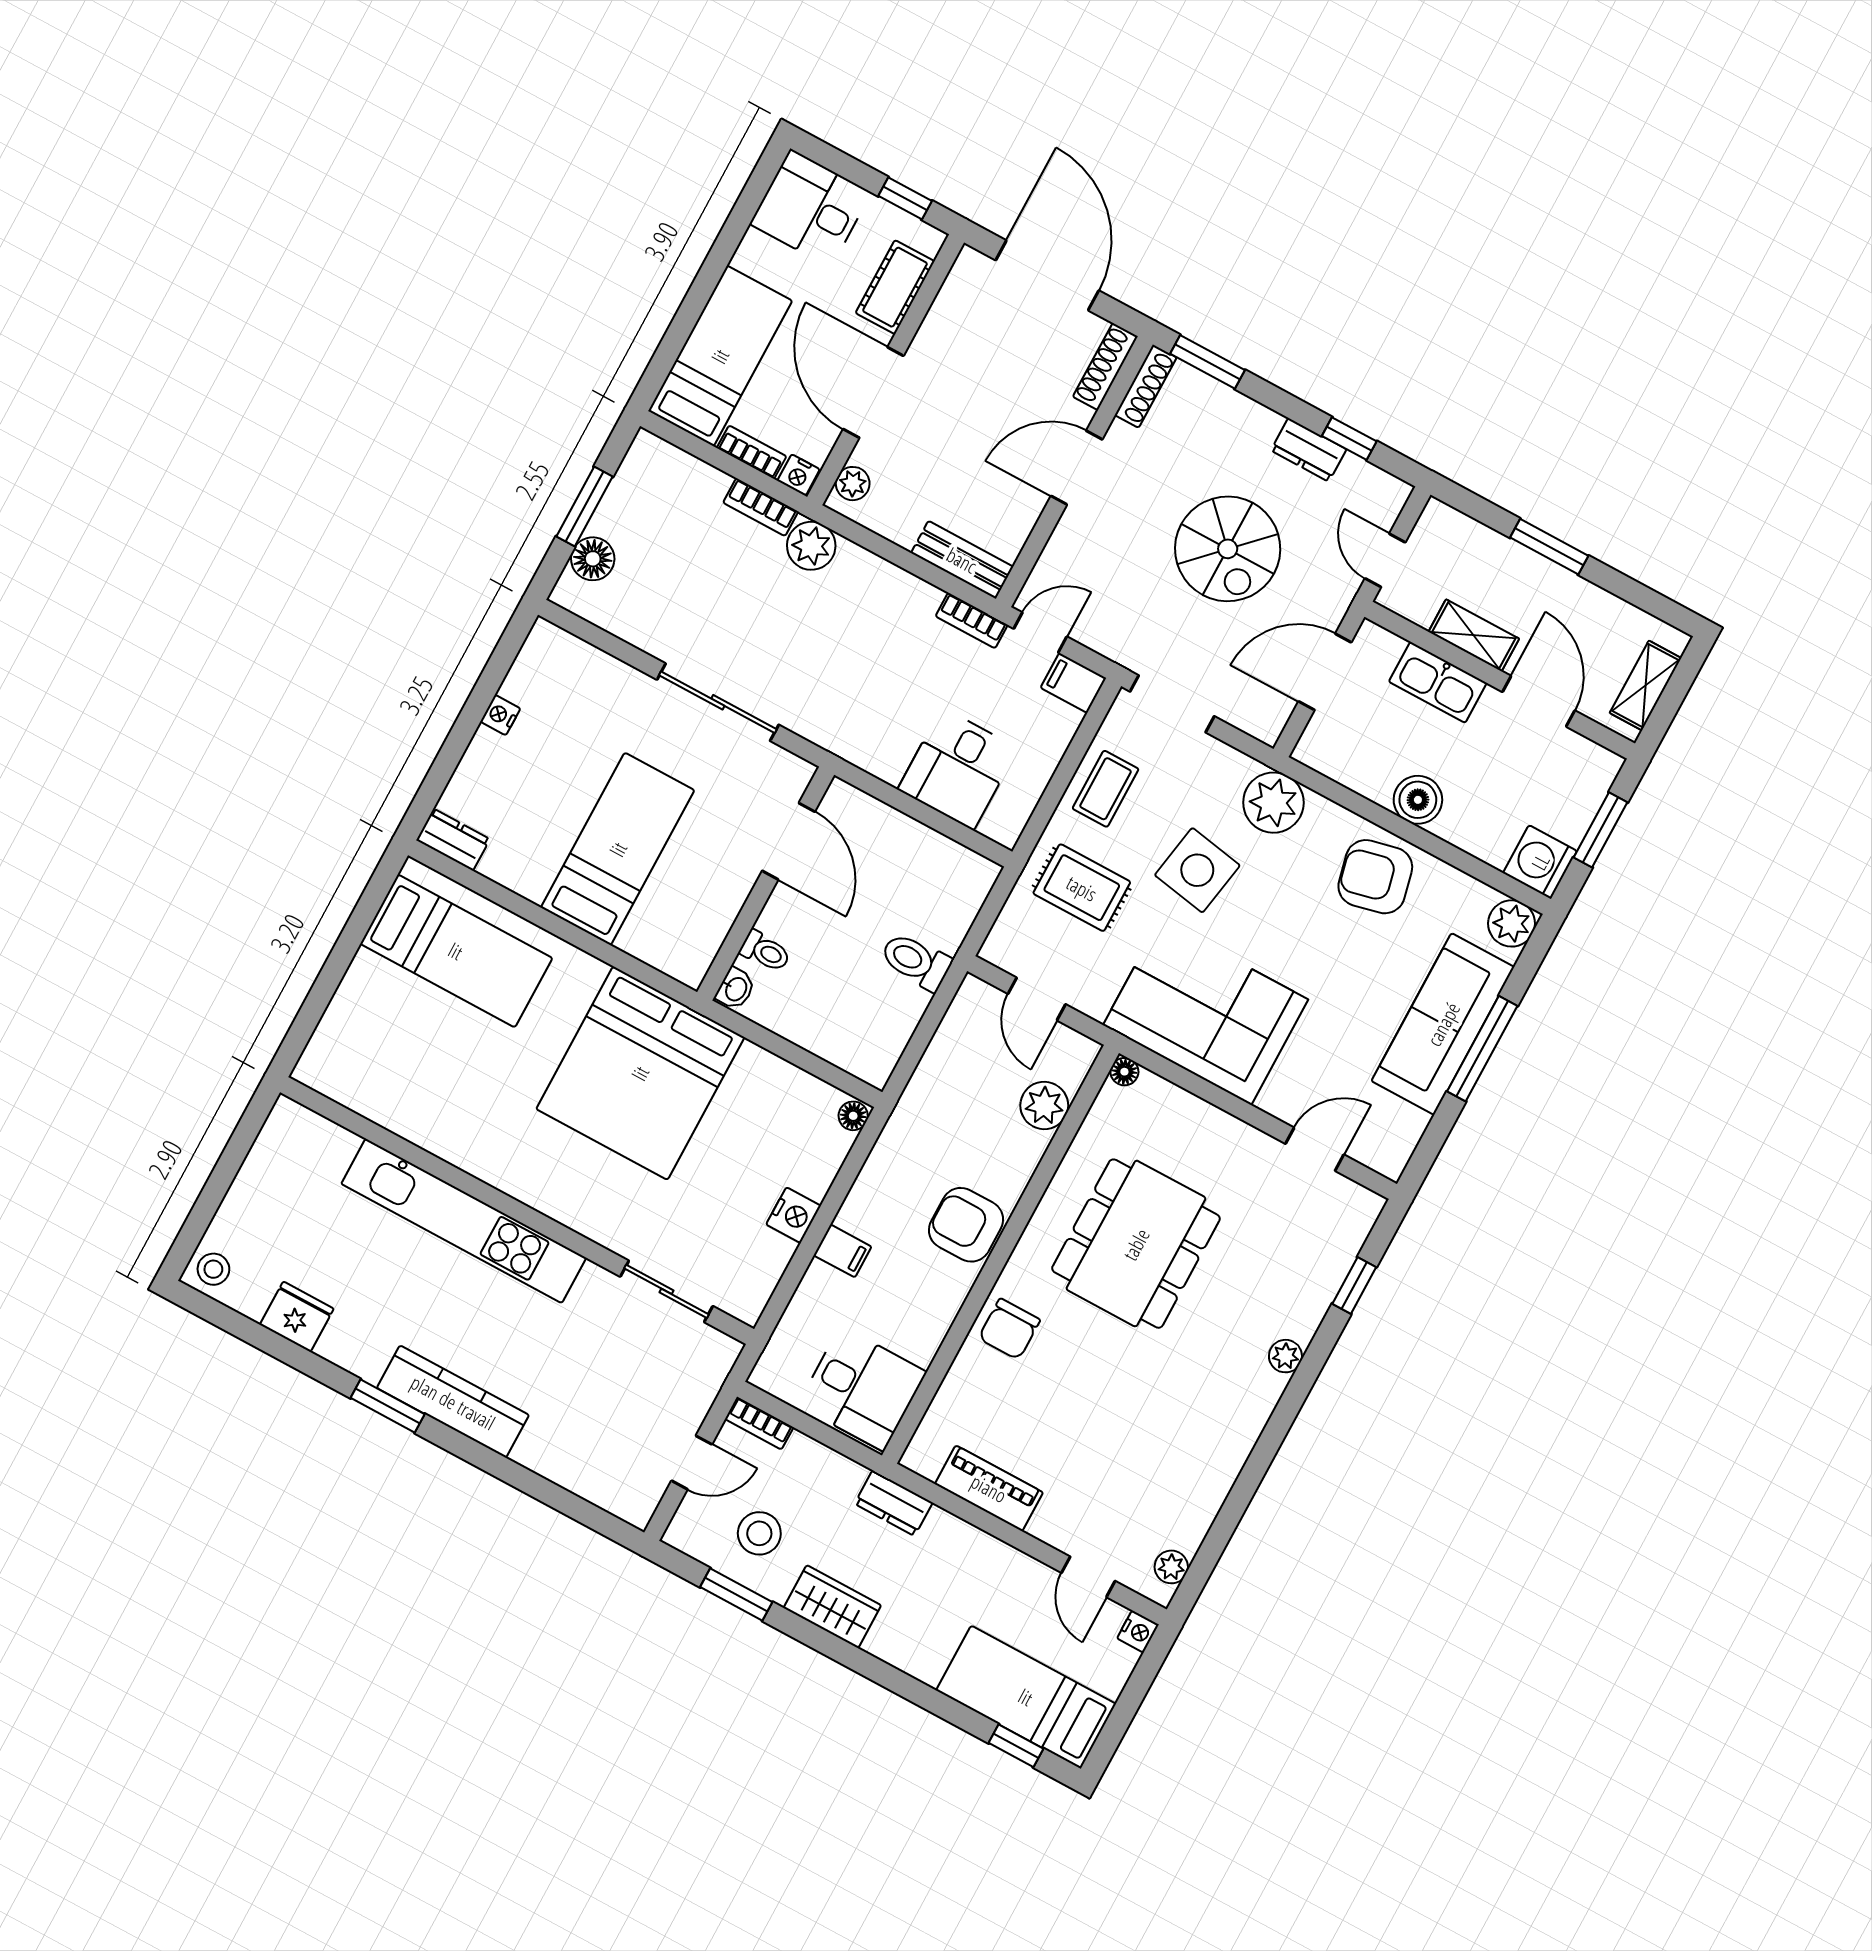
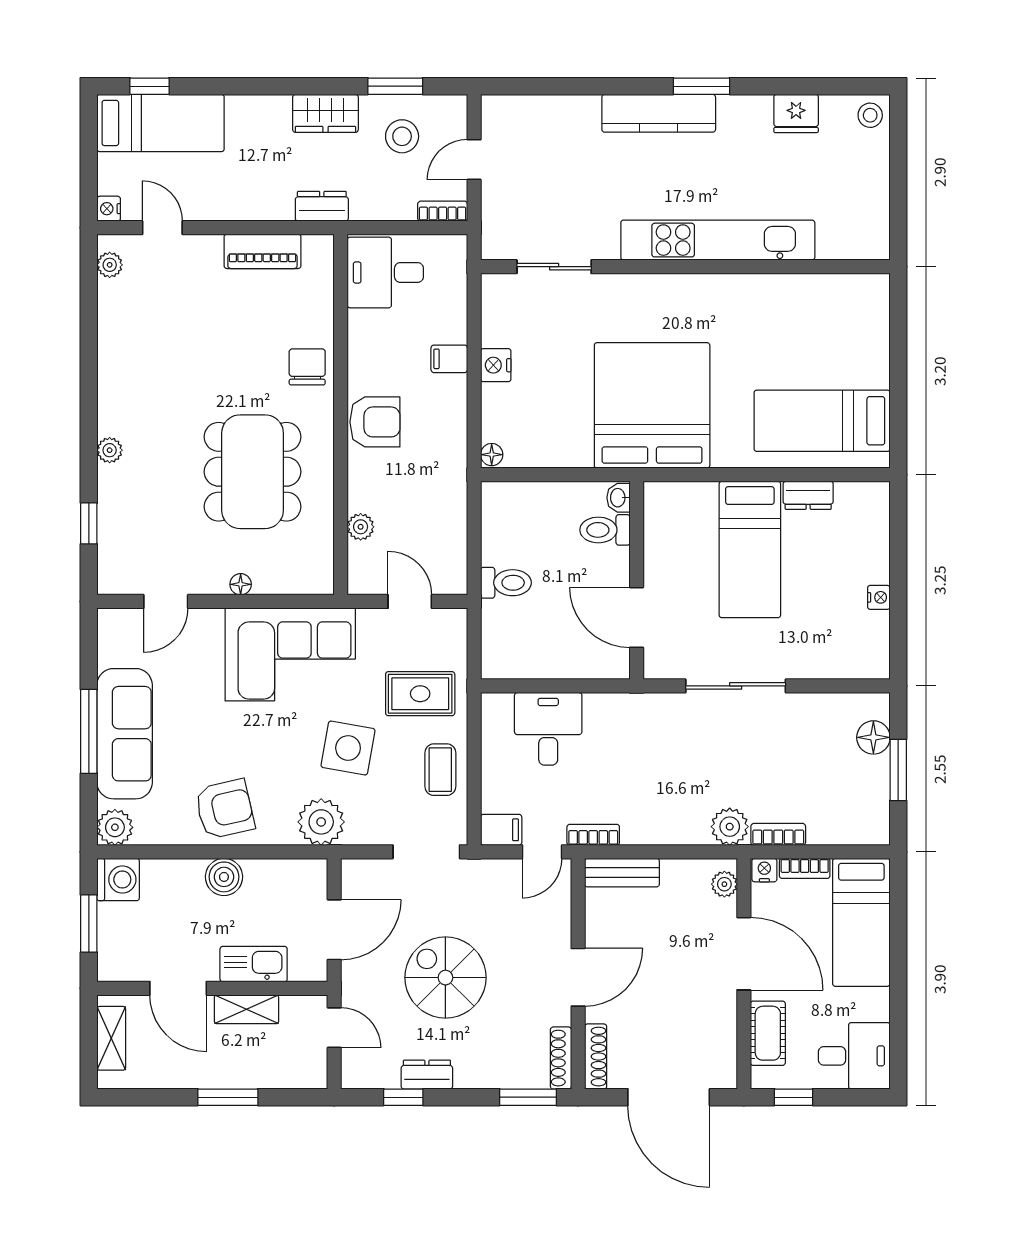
dresser: (453, 840) -> (808, 495), moved
toilet: (765, 951) -> (605, 530), width x1.37, depth x1.39
floor lamp: (1124, 1072) -> (241, 584), moved
plant: (1044, 1105) -> (361, 527), width x0.73, depth x0.73

